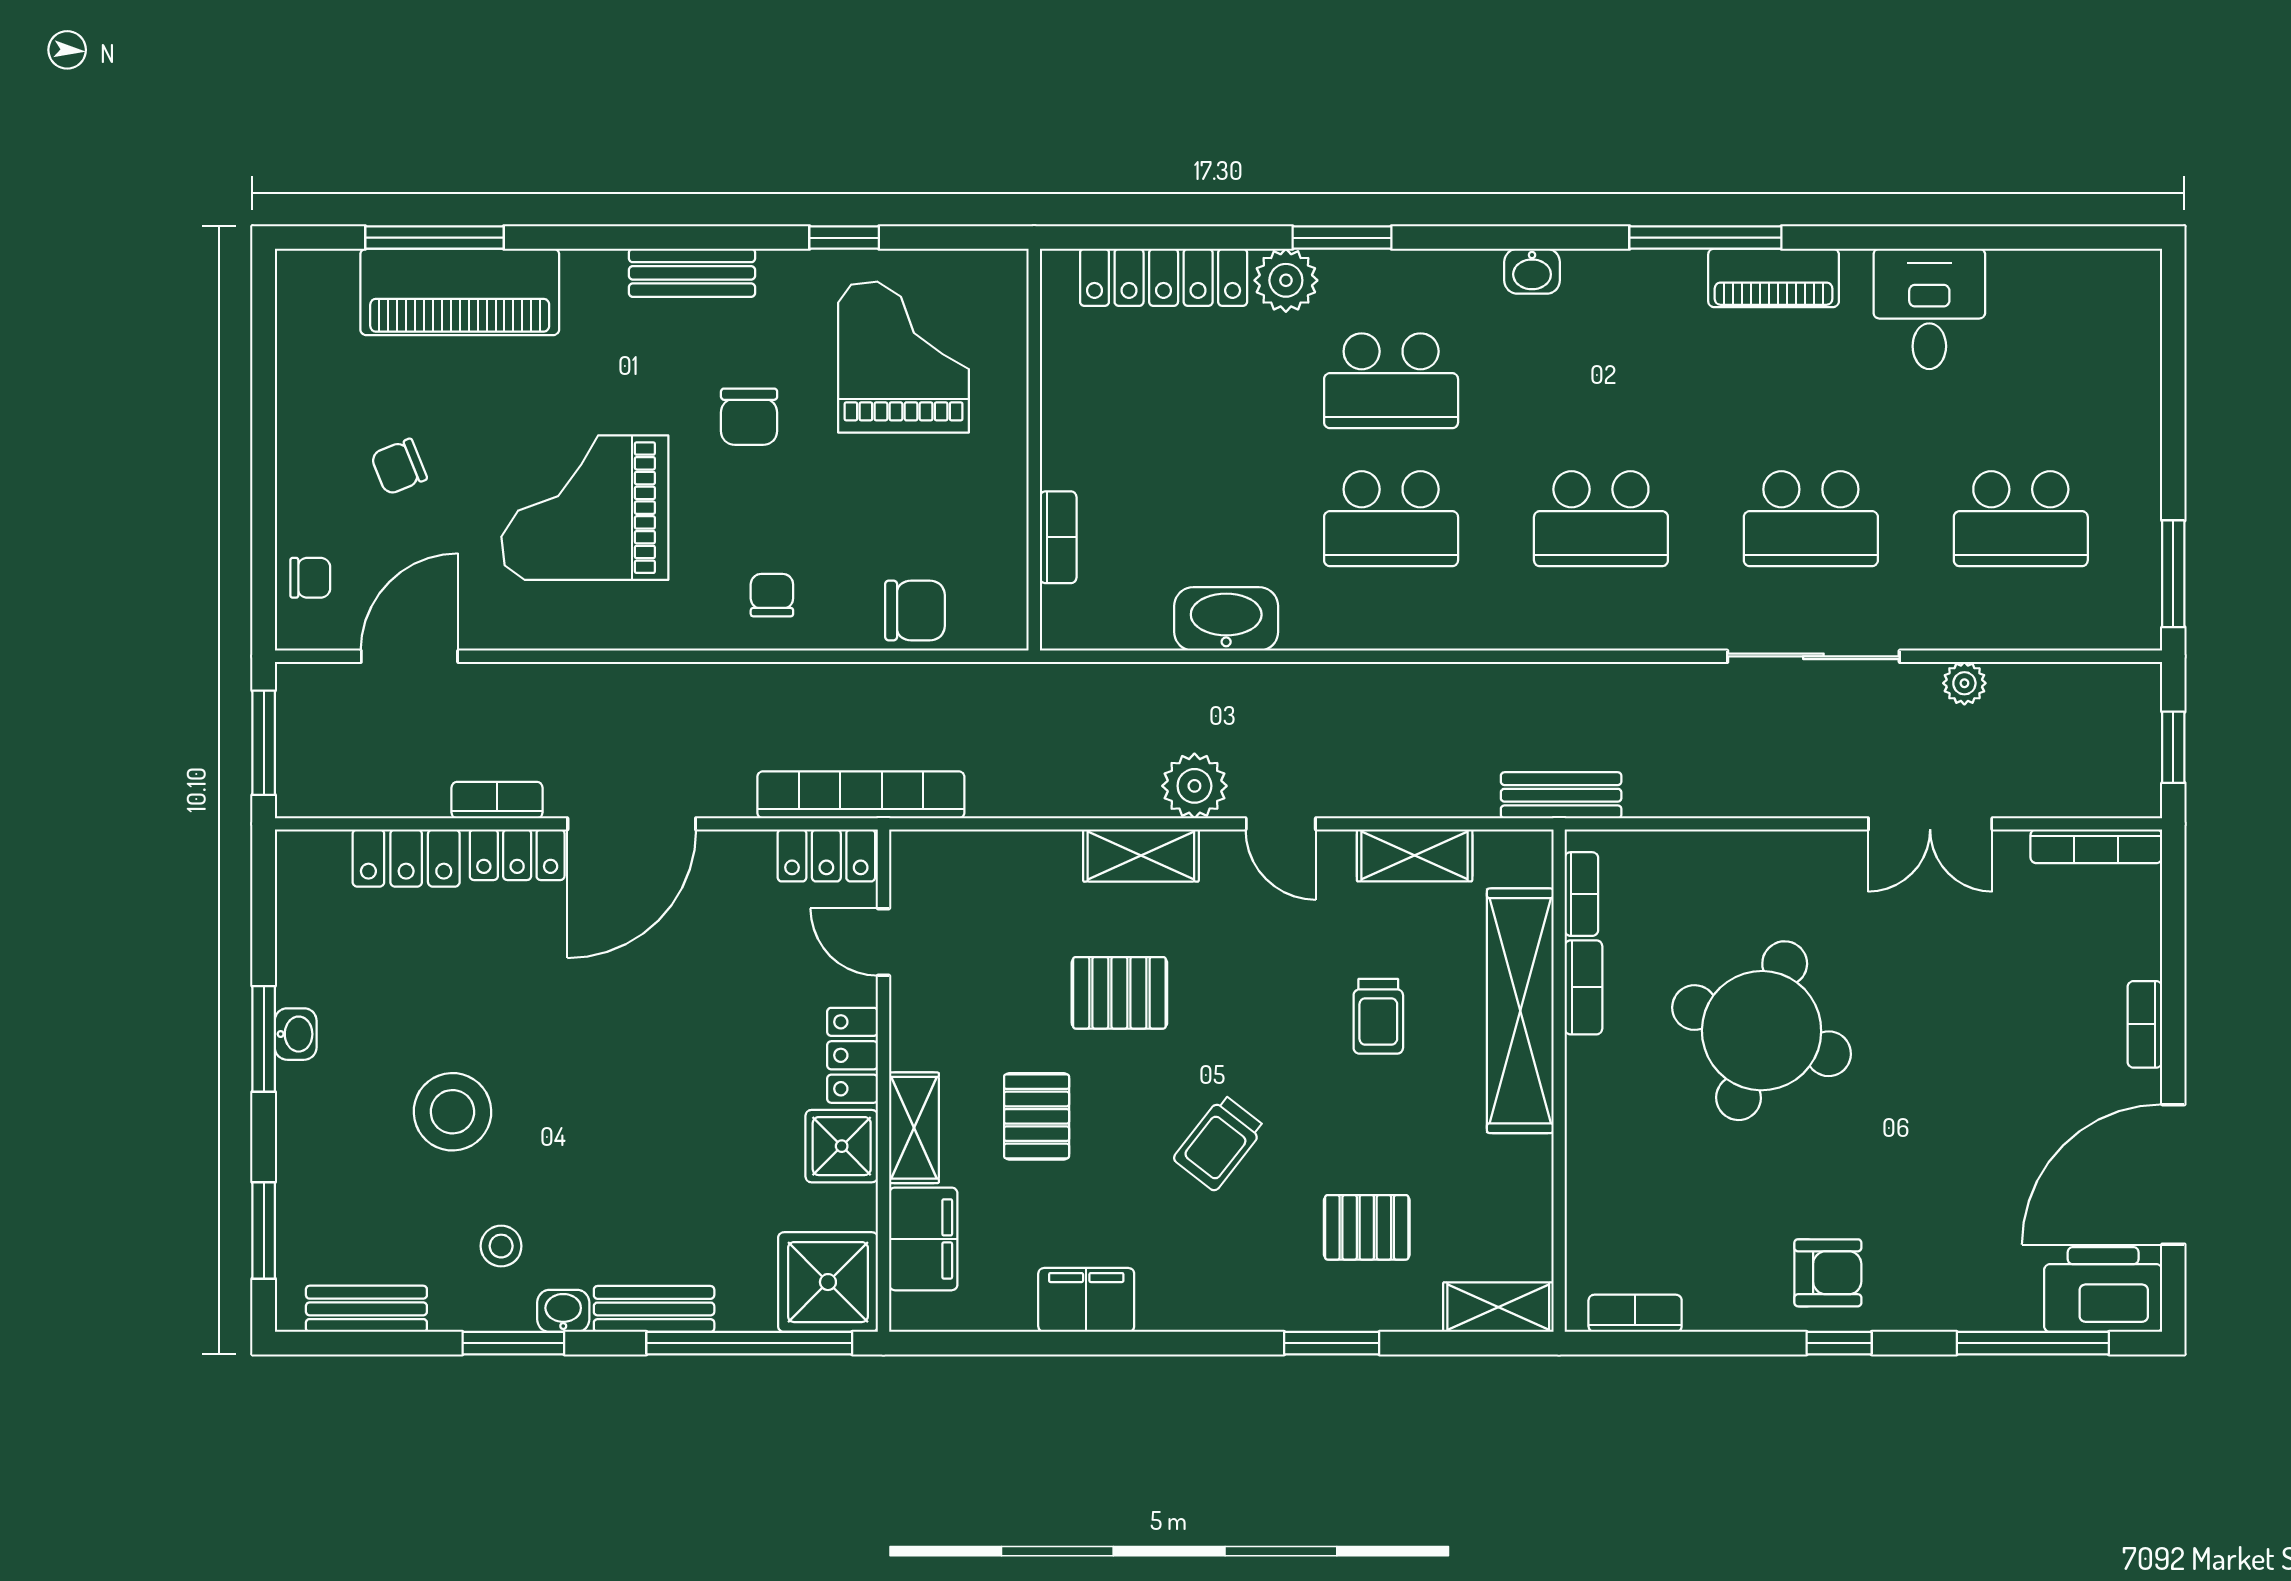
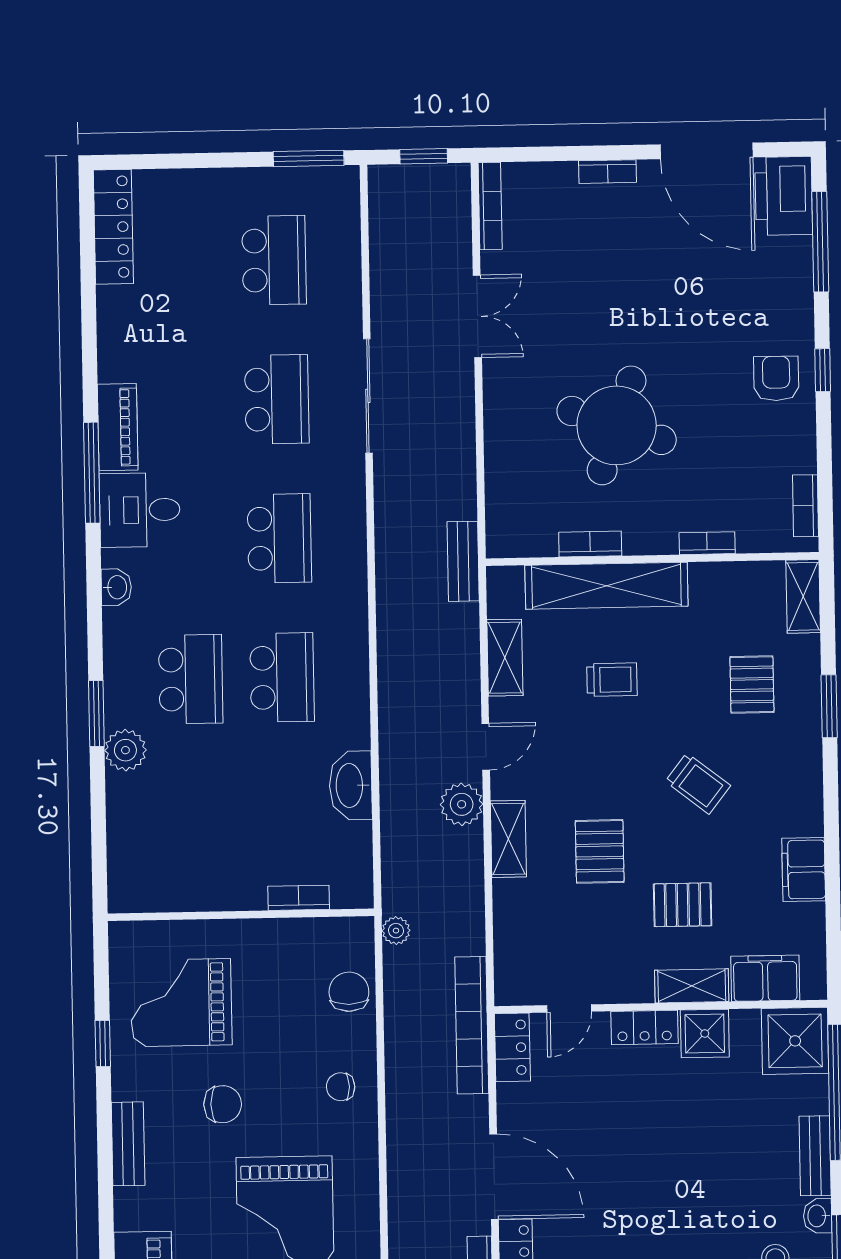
locker: (1164, 277) -> (113, 227), moved
desk: (1929, 309) -> (140, 510), moved
plant: (1964, 683) -> (396, 931), moved
bookcase: (1581, 894) -> (707, 543), moved

